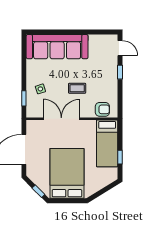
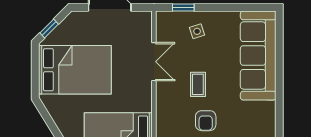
armchair: (102, 109) -> (206, 121), moved
double door: (61, 119) -> (154, 62), width x0.73

